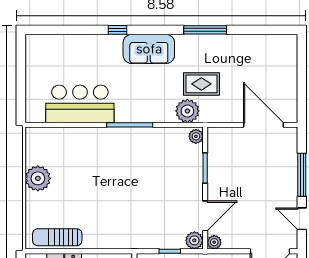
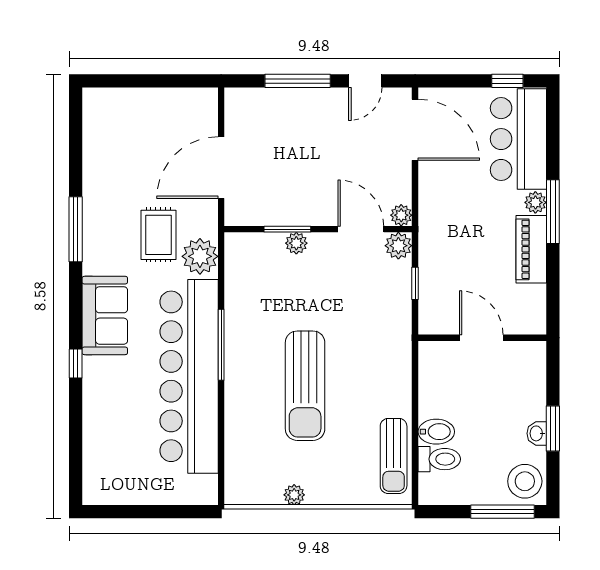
bar counter: (80, 104) -> (189, 376), width x1.86
door: (263, 125) -> (221, 168), moved
plant: (196, 136) -> (296, 243), moved
plant: (38, 178) -> (294, 495), width x0.53, depth x0.53
sun lounger: (103, 179) -> (305, 386), added

